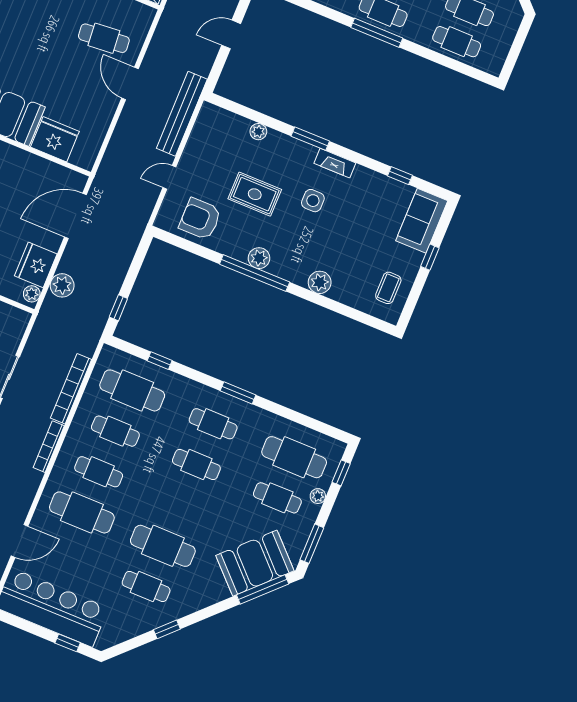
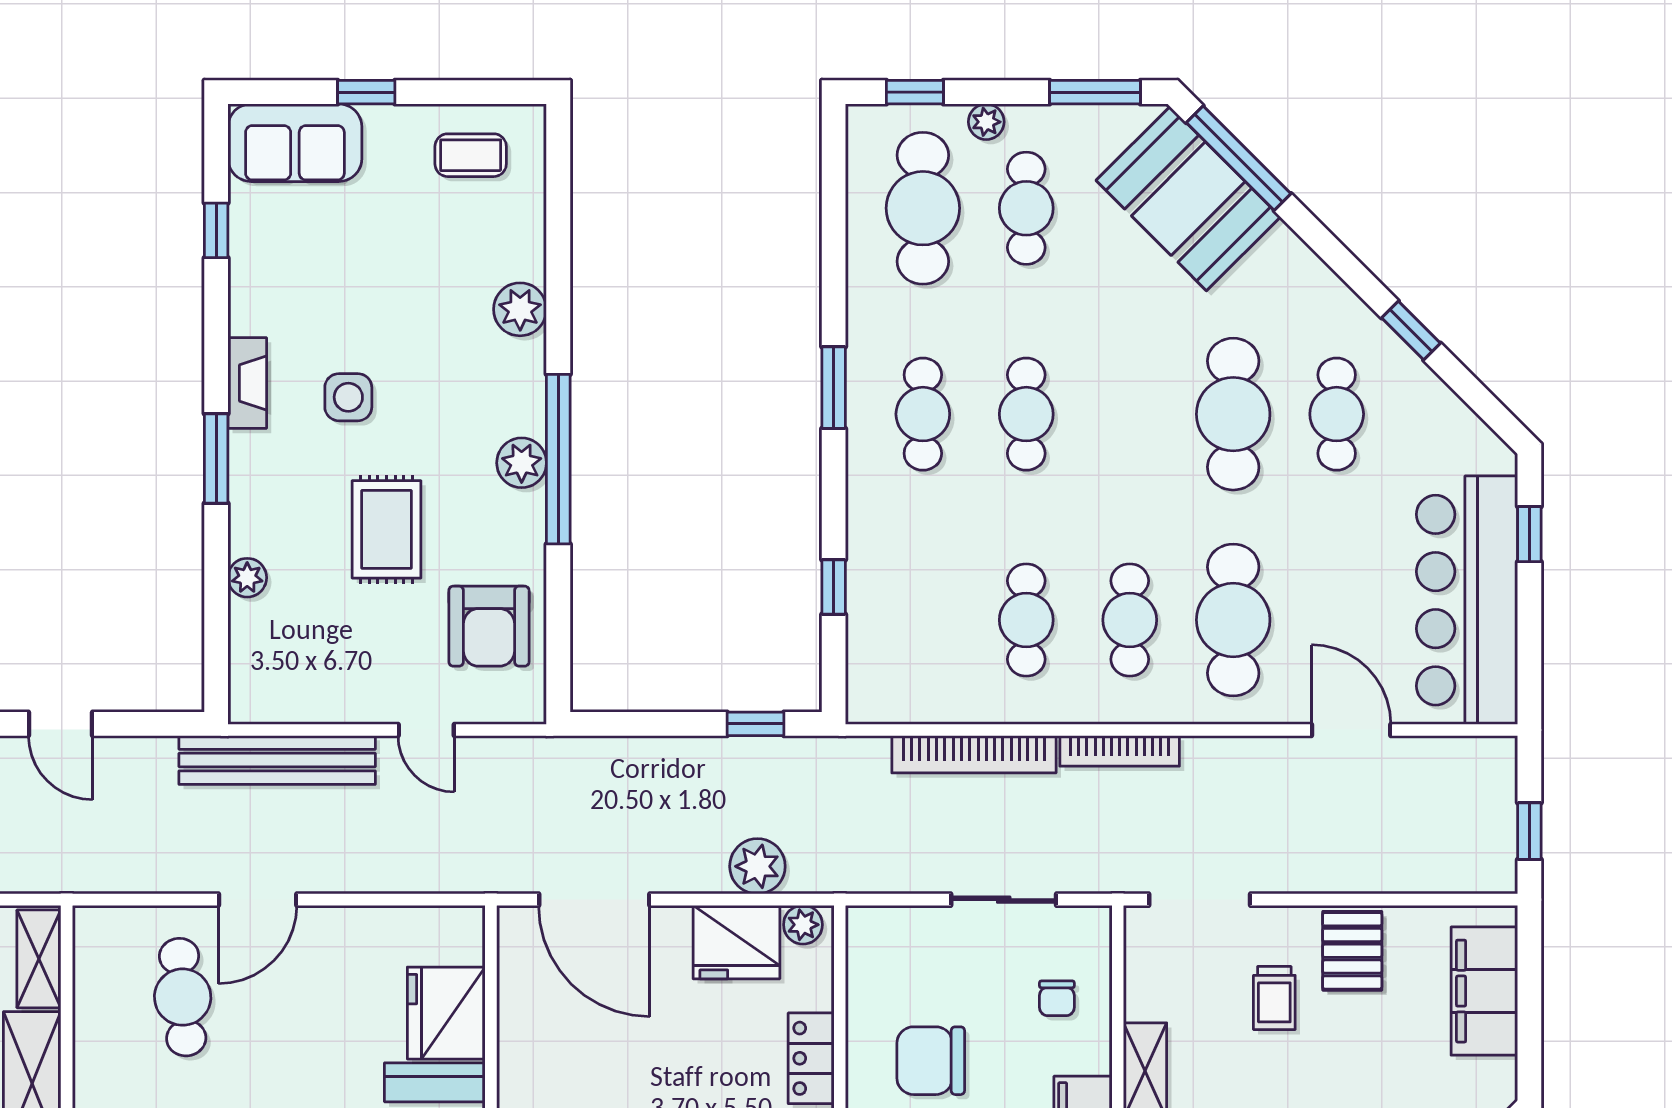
cafe table: (132, 390) -> (923, 620), removed

